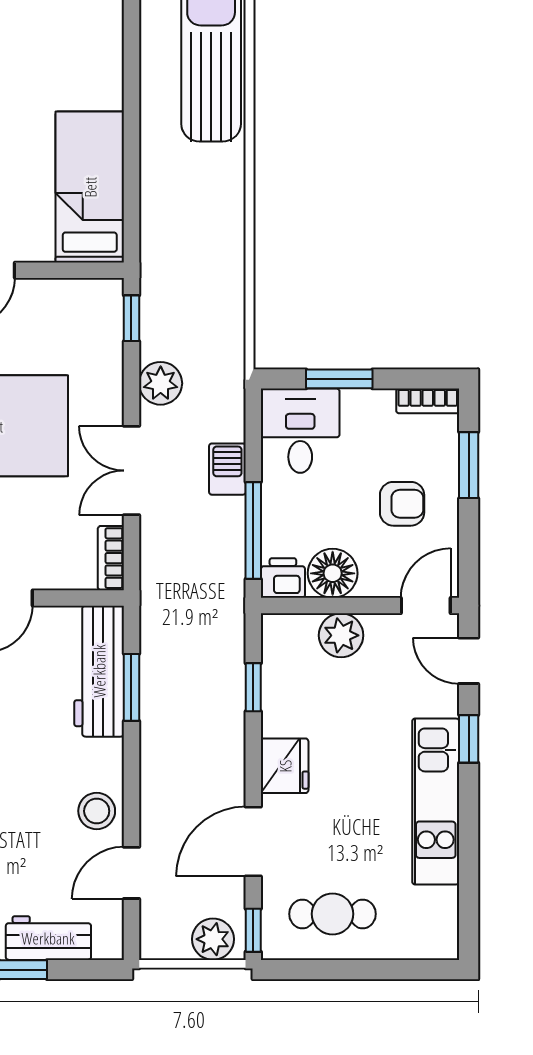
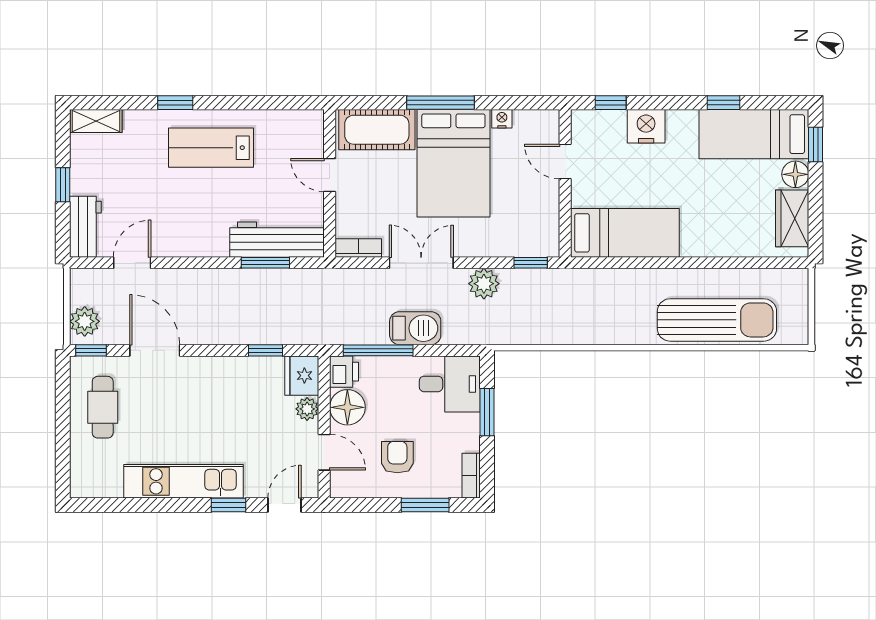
barbecue: (227, 469) -> (415, 328), width x1.38, depth x1.27
armchair: (402, 504) -> (397, 457), turned 180
door: (426, 606) -> (324, 452), moved
plant: (341, 635) -> (307, 409), width x0.73, depth x0.73
fridge: (285, 766) -> (302, 376), moved, turned 90
stool: (97, 811) -> (177, 238), removed
door: (131, 873) -> (132, 263), hinge flipped
workbench: (48, 938) -> (85, 227), moved

